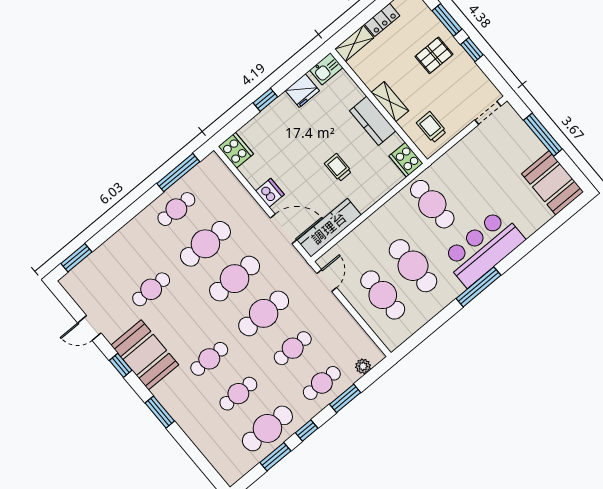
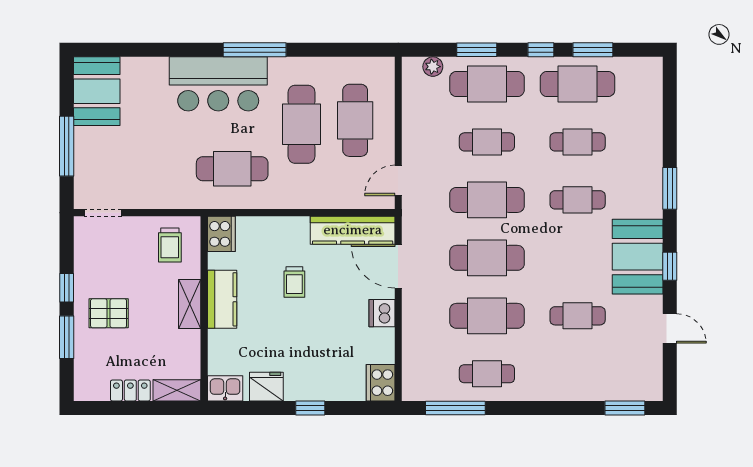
cafe table: (432, 204) -> (232, 169), turned 90
cafe table: (322, 383) -> (487, 84), width x1.37, depth x1.35

